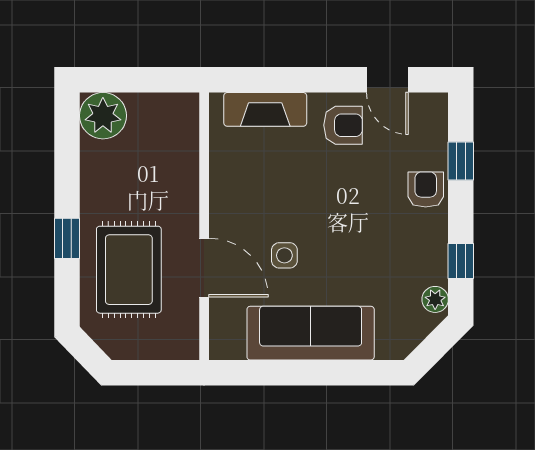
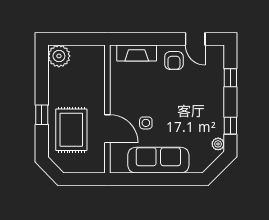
armchair: (343, 125) -> (174, 61), turned 90
armchair: (426, 190) -> (213, 91), removed

